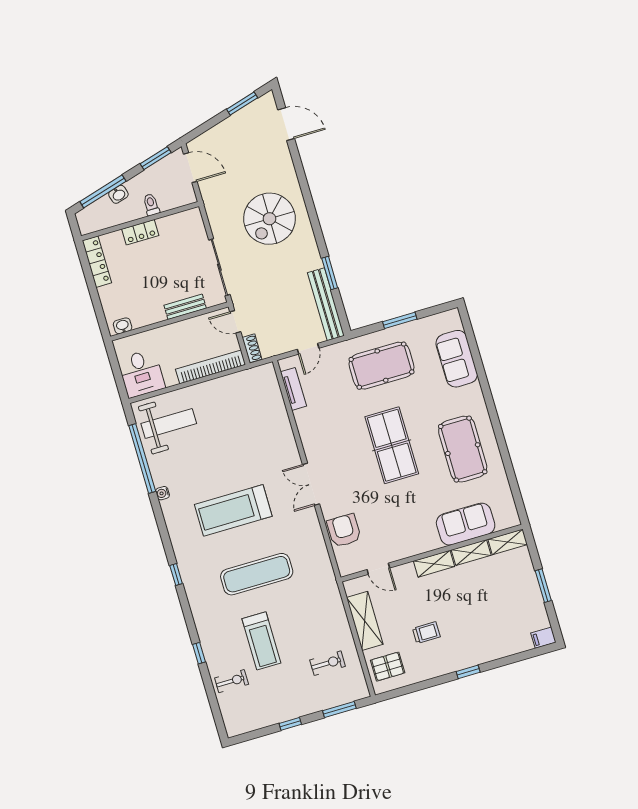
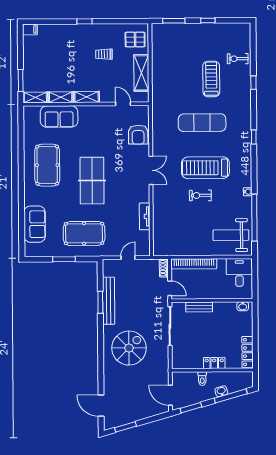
bench: (326, 304) -> (109, 301), moved
tv unit: (293, 389) -> (145, 216), moved
treadmill: (233, 510) -> (205, 168), turned 180
window: (543, 586) -> (21, 80), moved
exercise bike: (328, 663) -> (200, 195), moved

